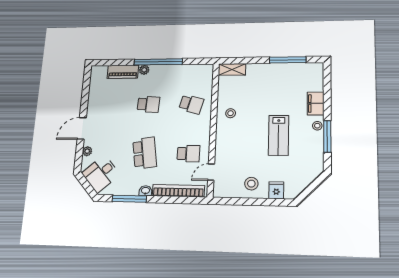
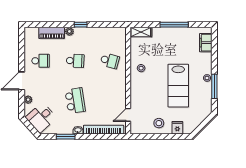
window: (288, 60) -> (174, 25), moved
window: (158, 62) -> (81, 25), width x0.32
filing cabinet: (316, 103) -> (206, 43), moved
lab bench: (279, 135) -> (178, 86), width x1.36, depth x1.39
school desk: (188, 154) -> (41, 61), moved
window: (129, 199) -> (66, 137), width x0.69

